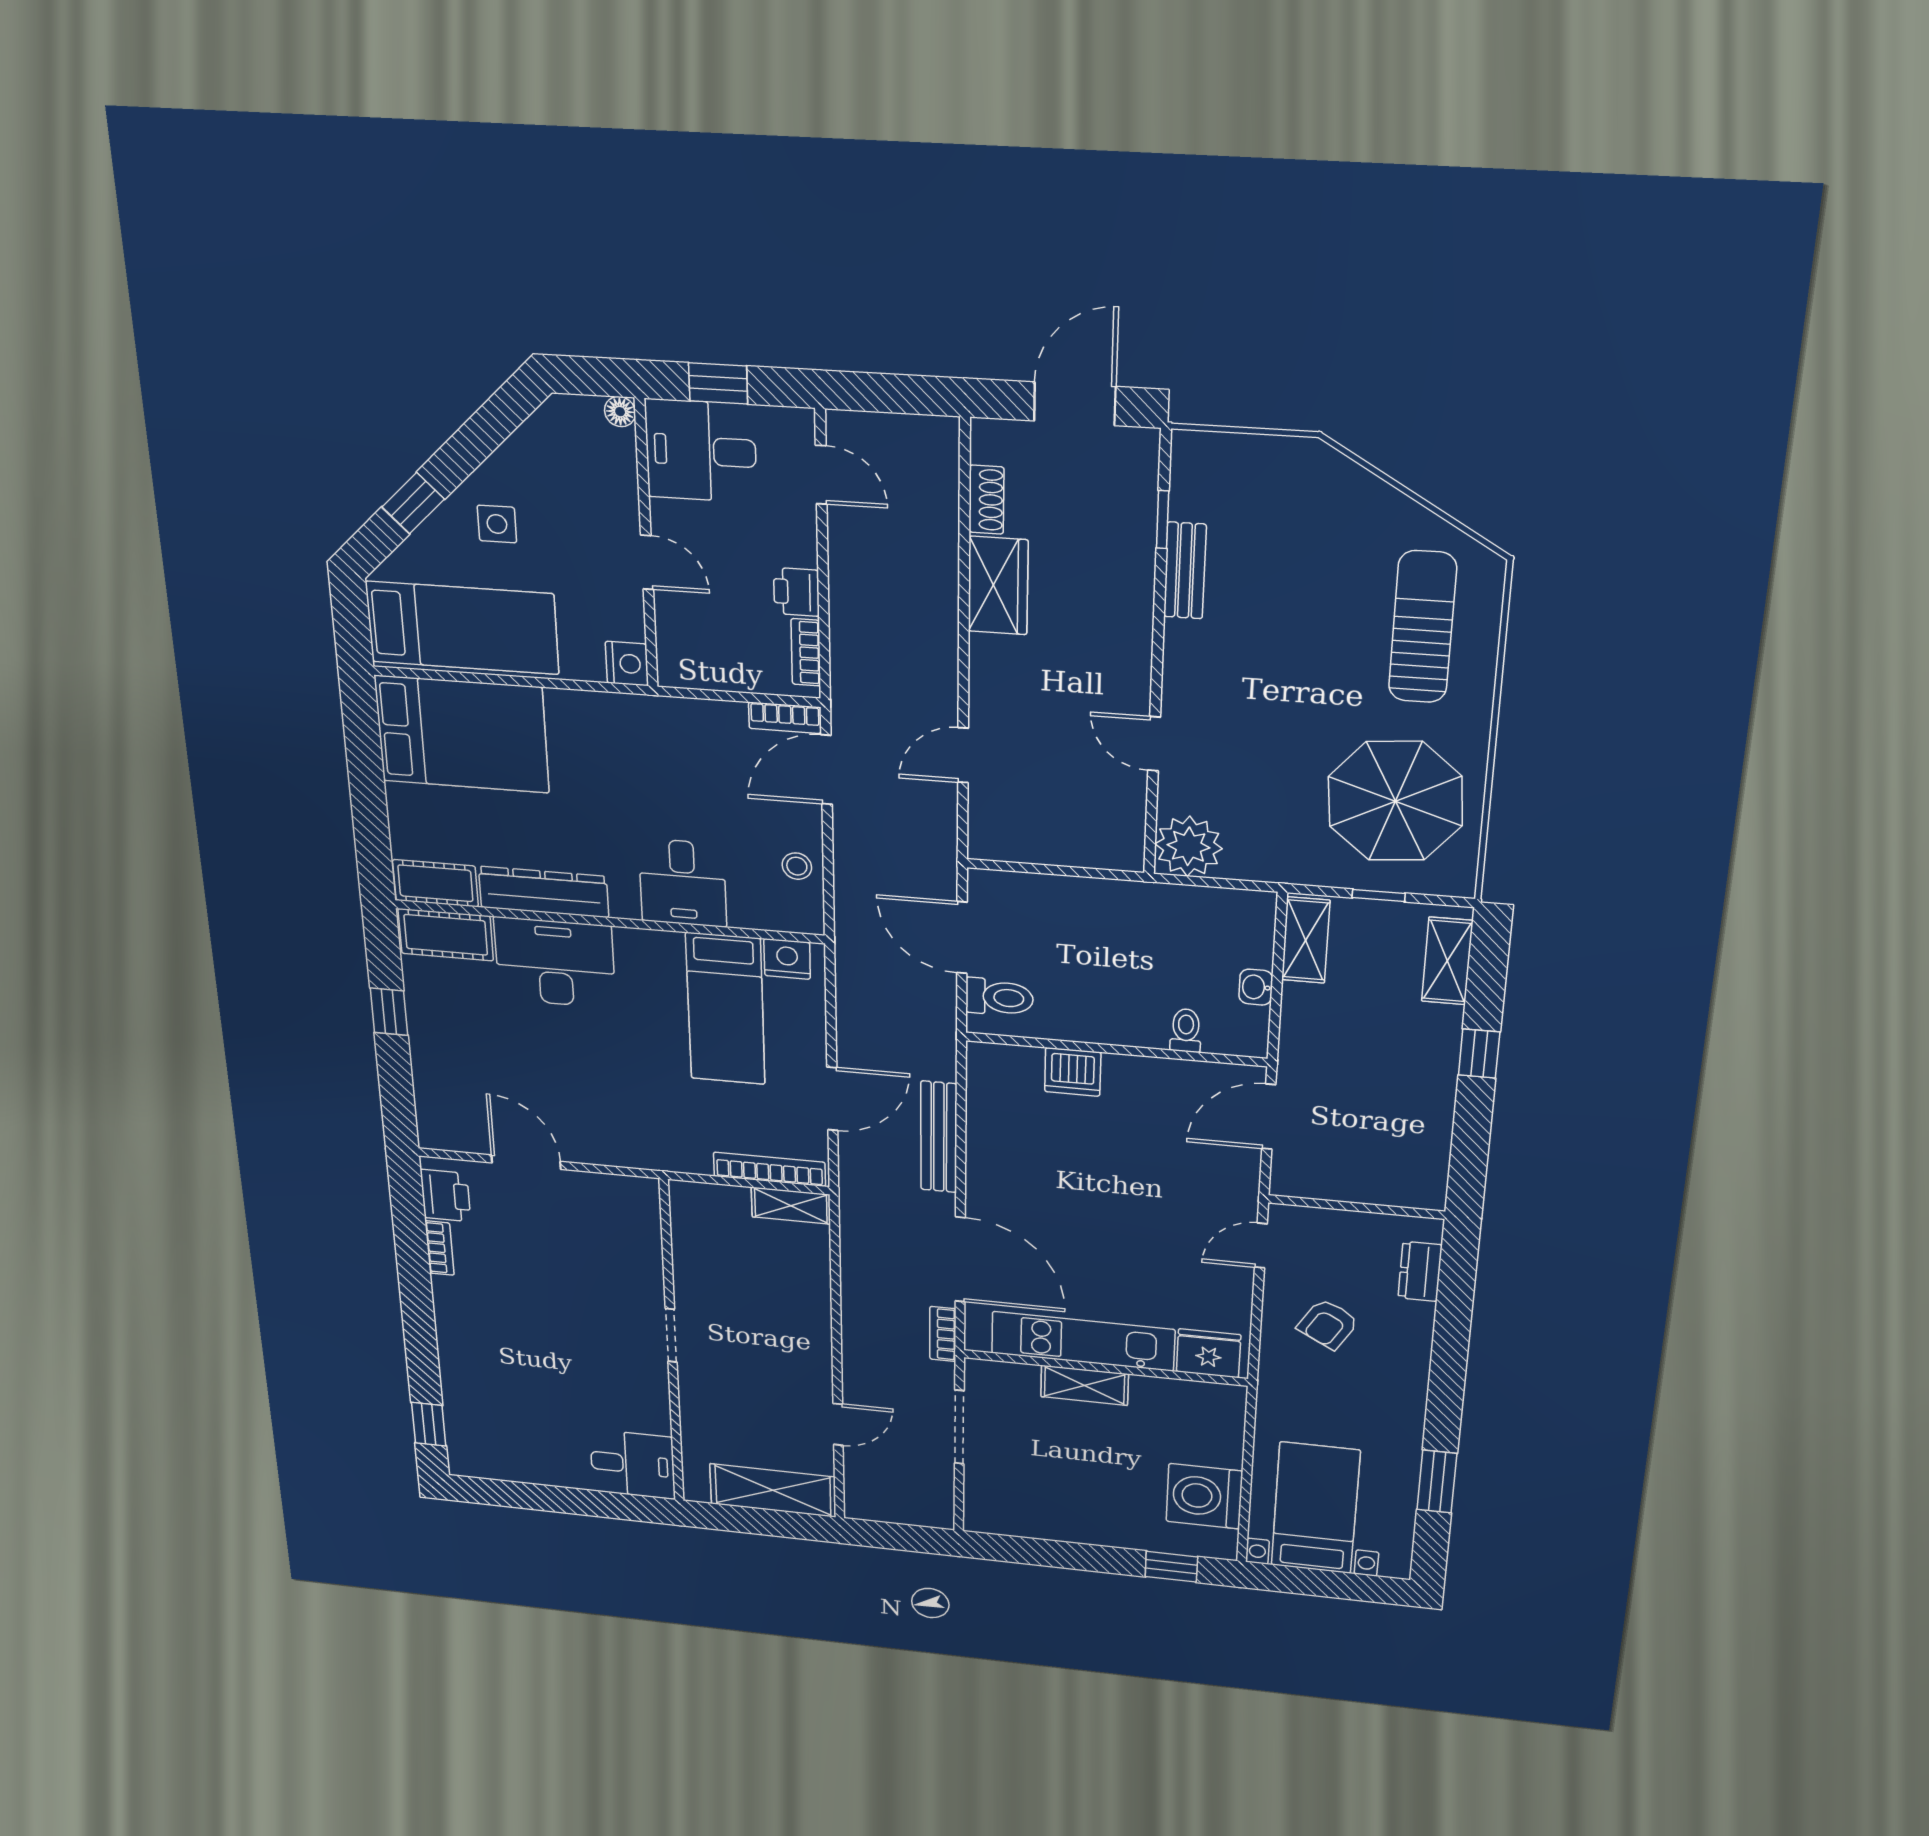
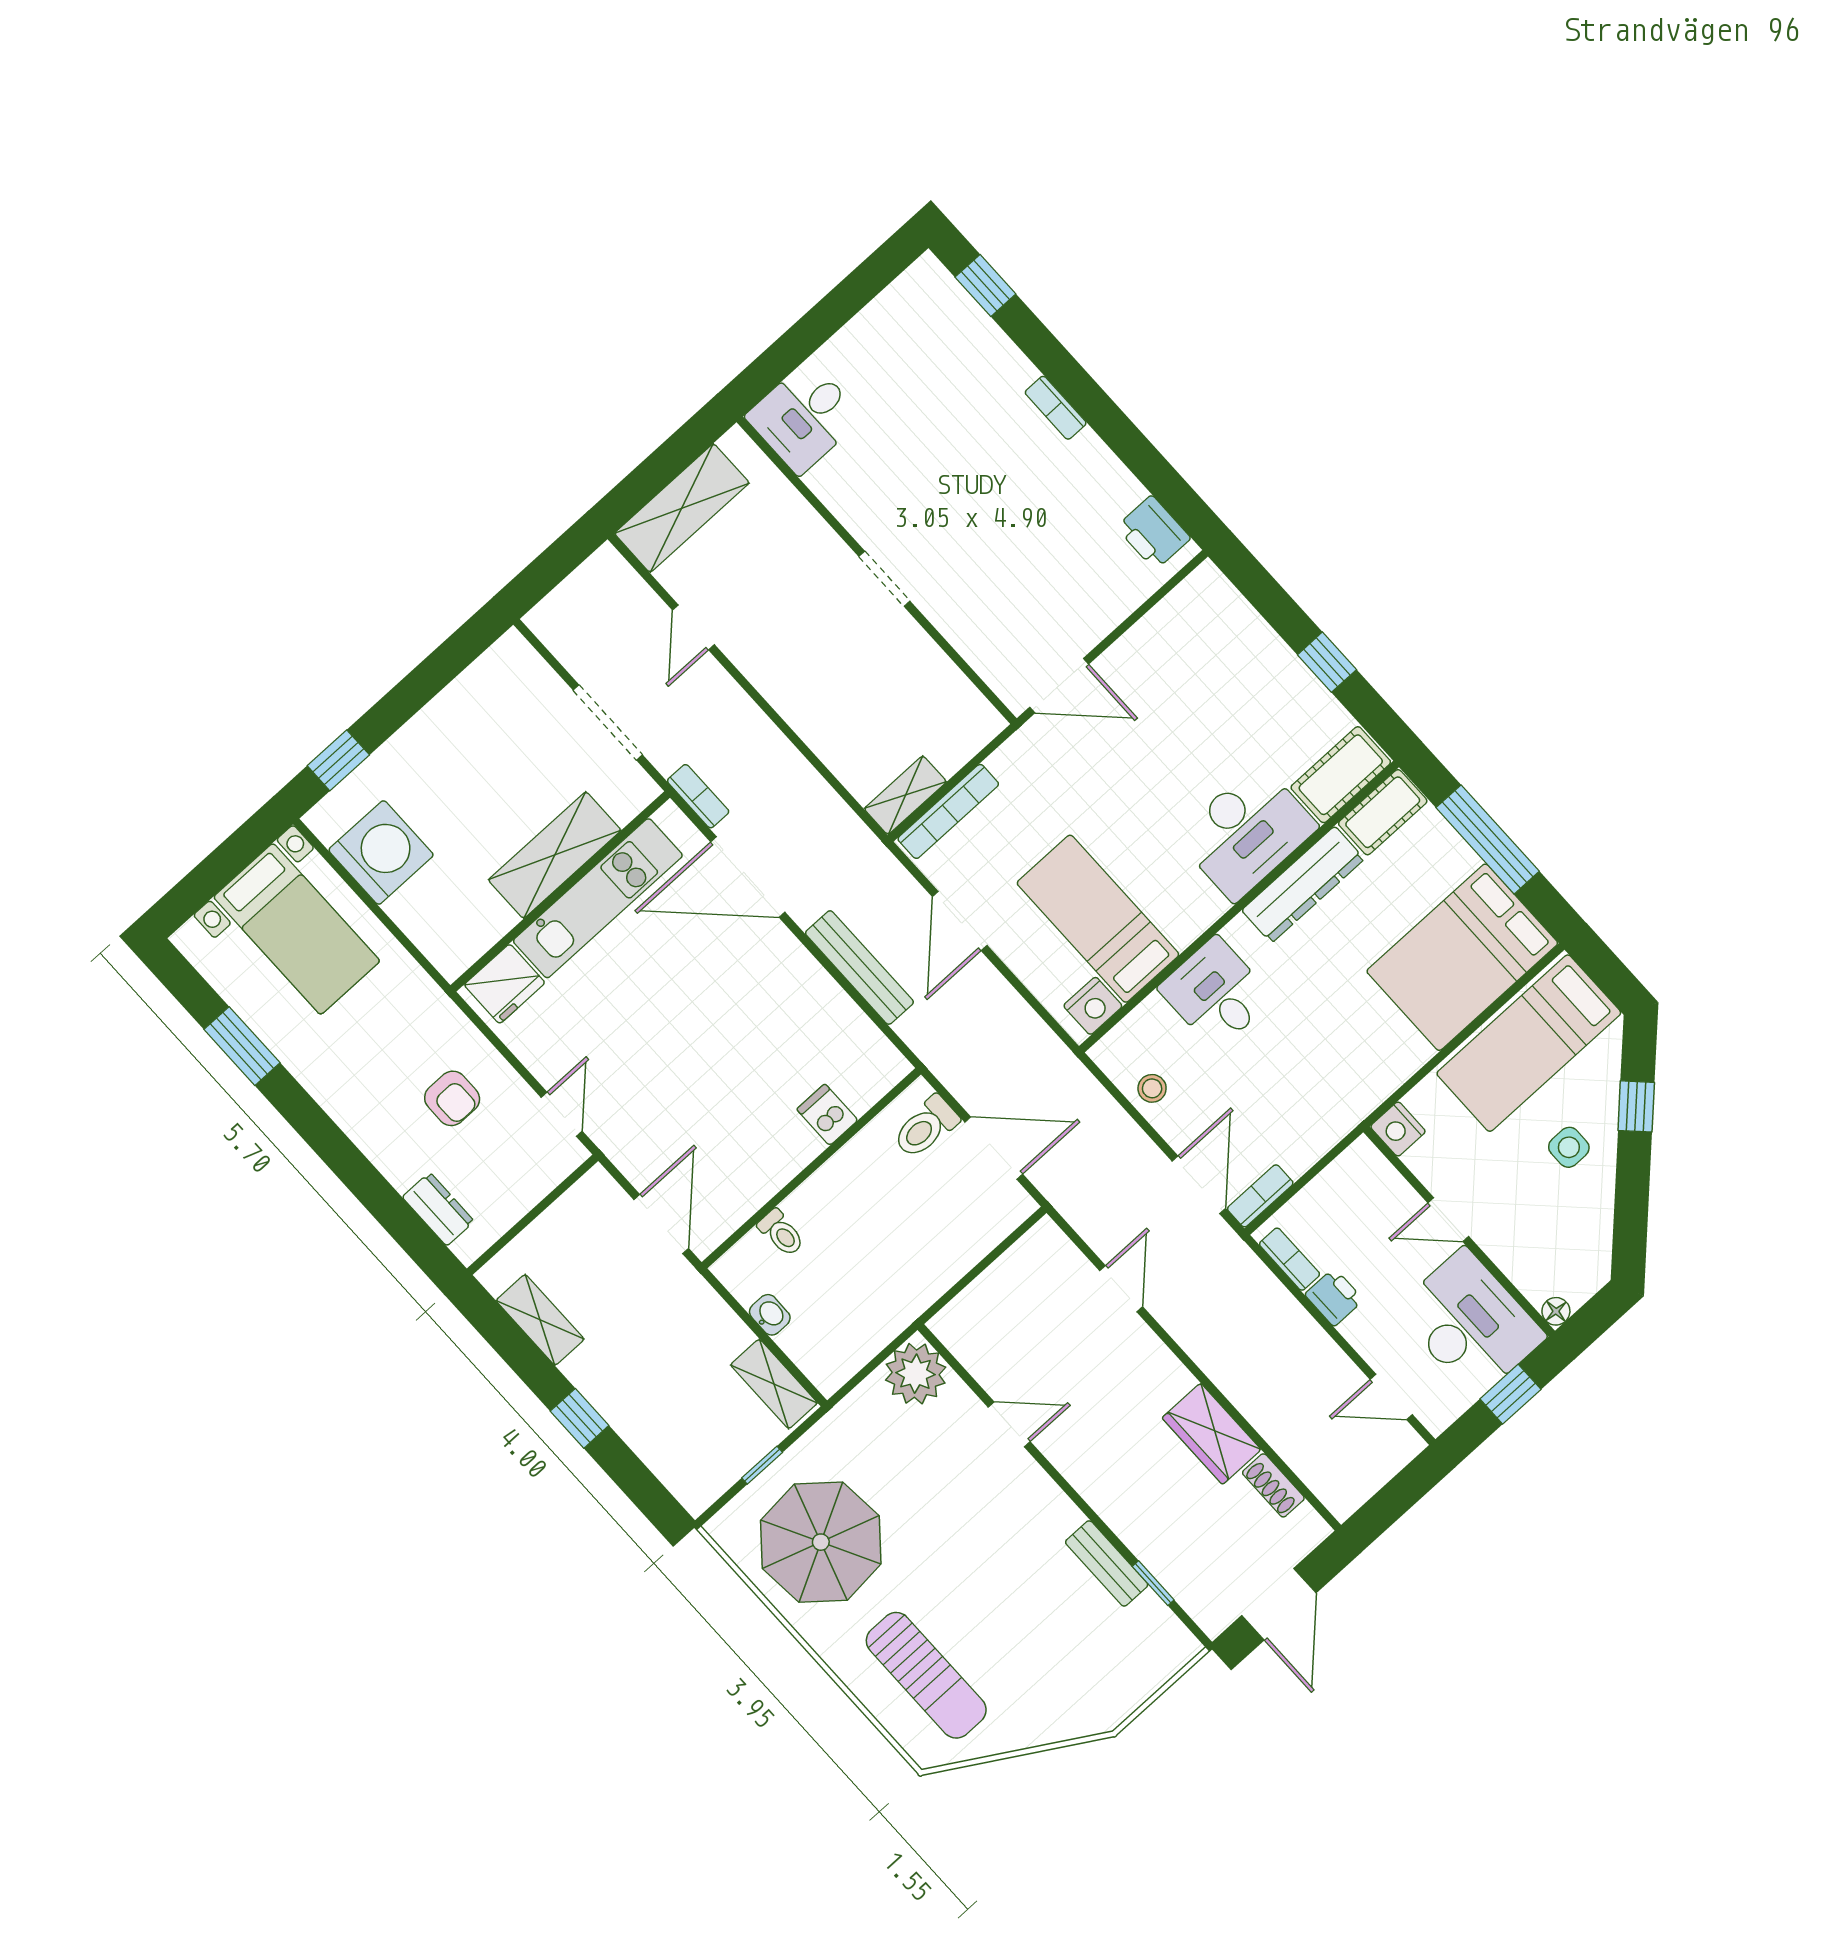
desk: (701, 451) -> (1470, 1323), width x1.37
window: (368, 794) -> (1488, 839), added
shelving: (1447, 961) -> (540, 1320), moved
dishwasher: (1073, 1072) -> (827, 1115), width x0.73
door: (526, 1162) -> (1059, 686), moved
bookcase: (440, 1248) -> (1056, 408), moved
armchair: (1328, 1324) -> (452, 1098), turned 150
shelving: (1085, 1385) -> (555, 855), width x1.50, depth x1.33

